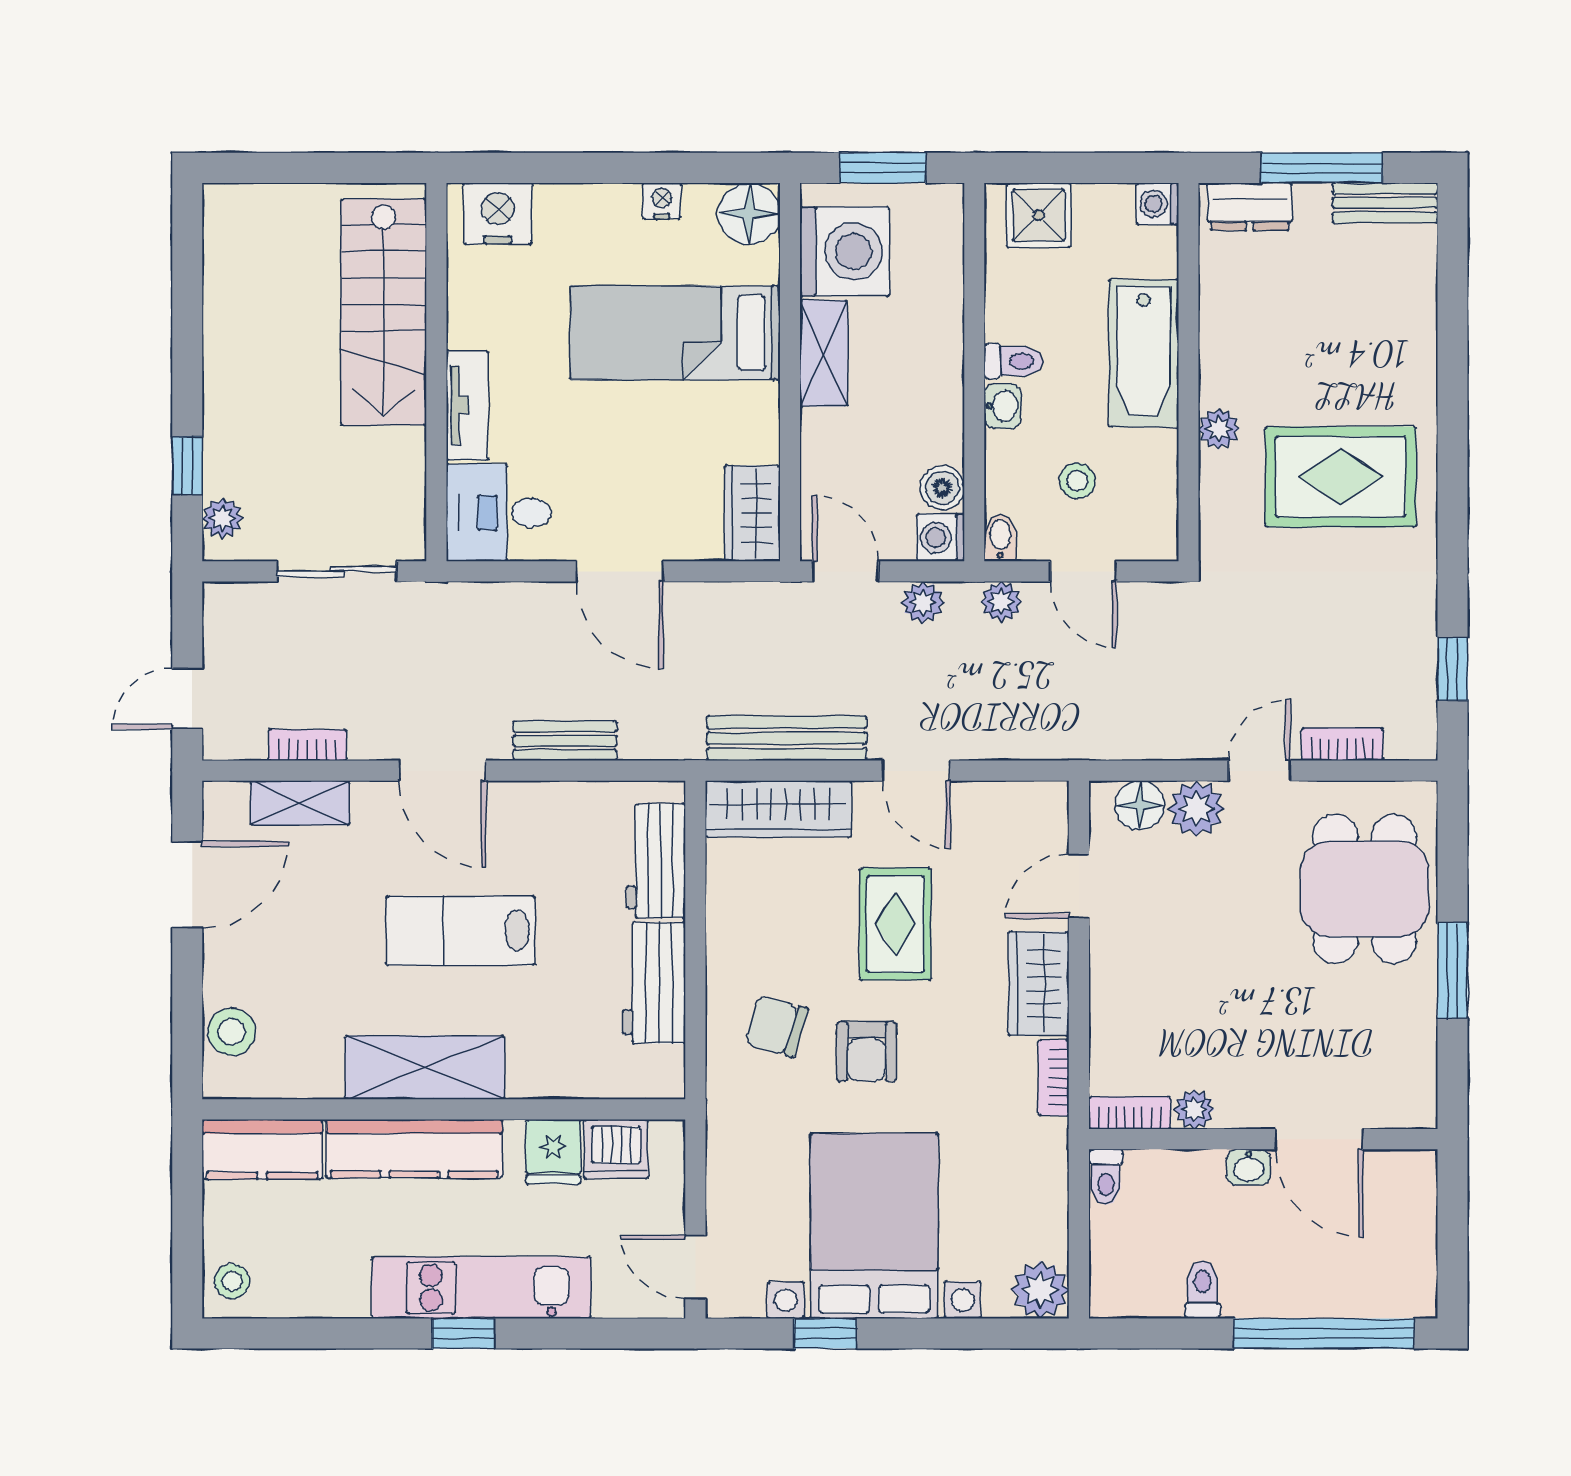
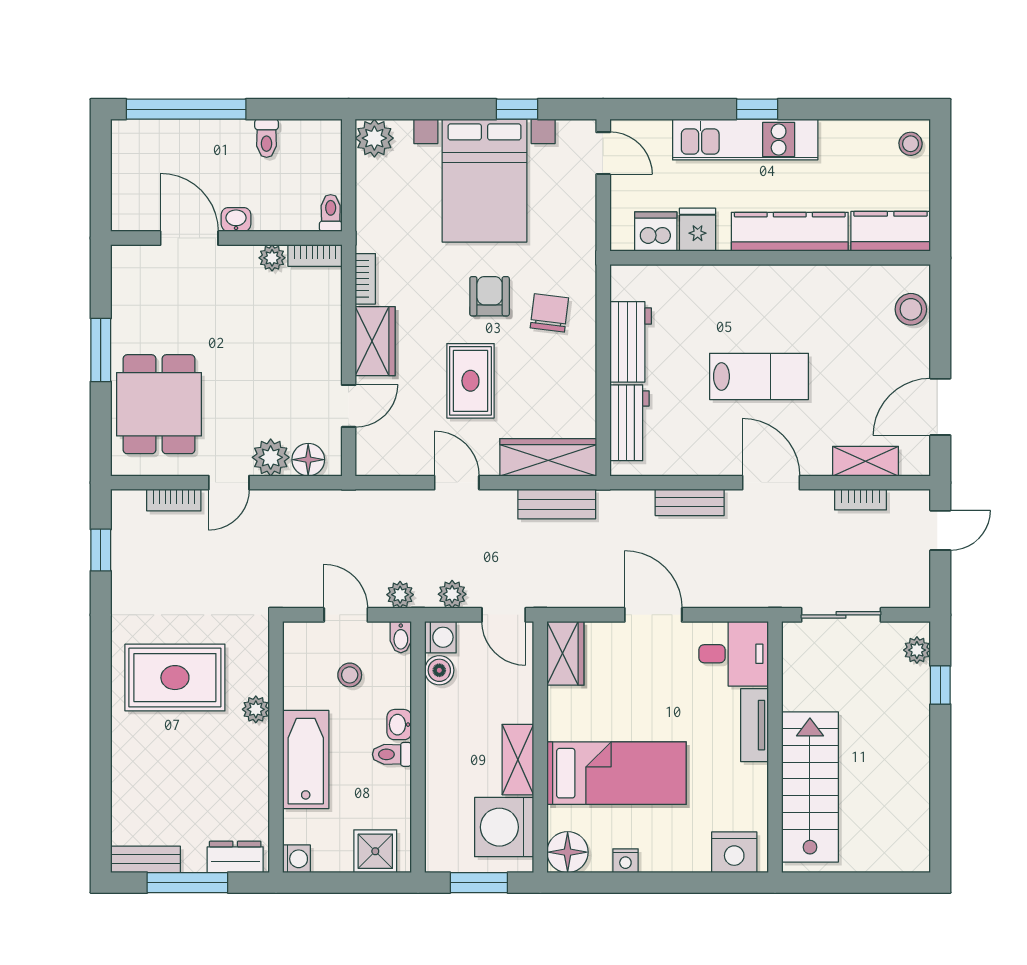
bench: (787, 738) -> (557, 504), width x0.73
chair: (776, 1026) -> (549, 313), turned -99
shelving: (425, 1067) -> (783, 286), removed

